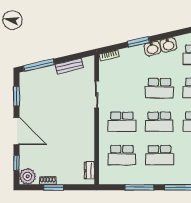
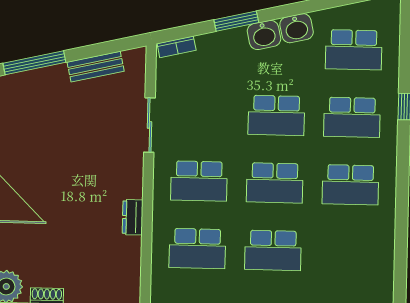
dresser: (89, 170) -> (133, 217), moved

